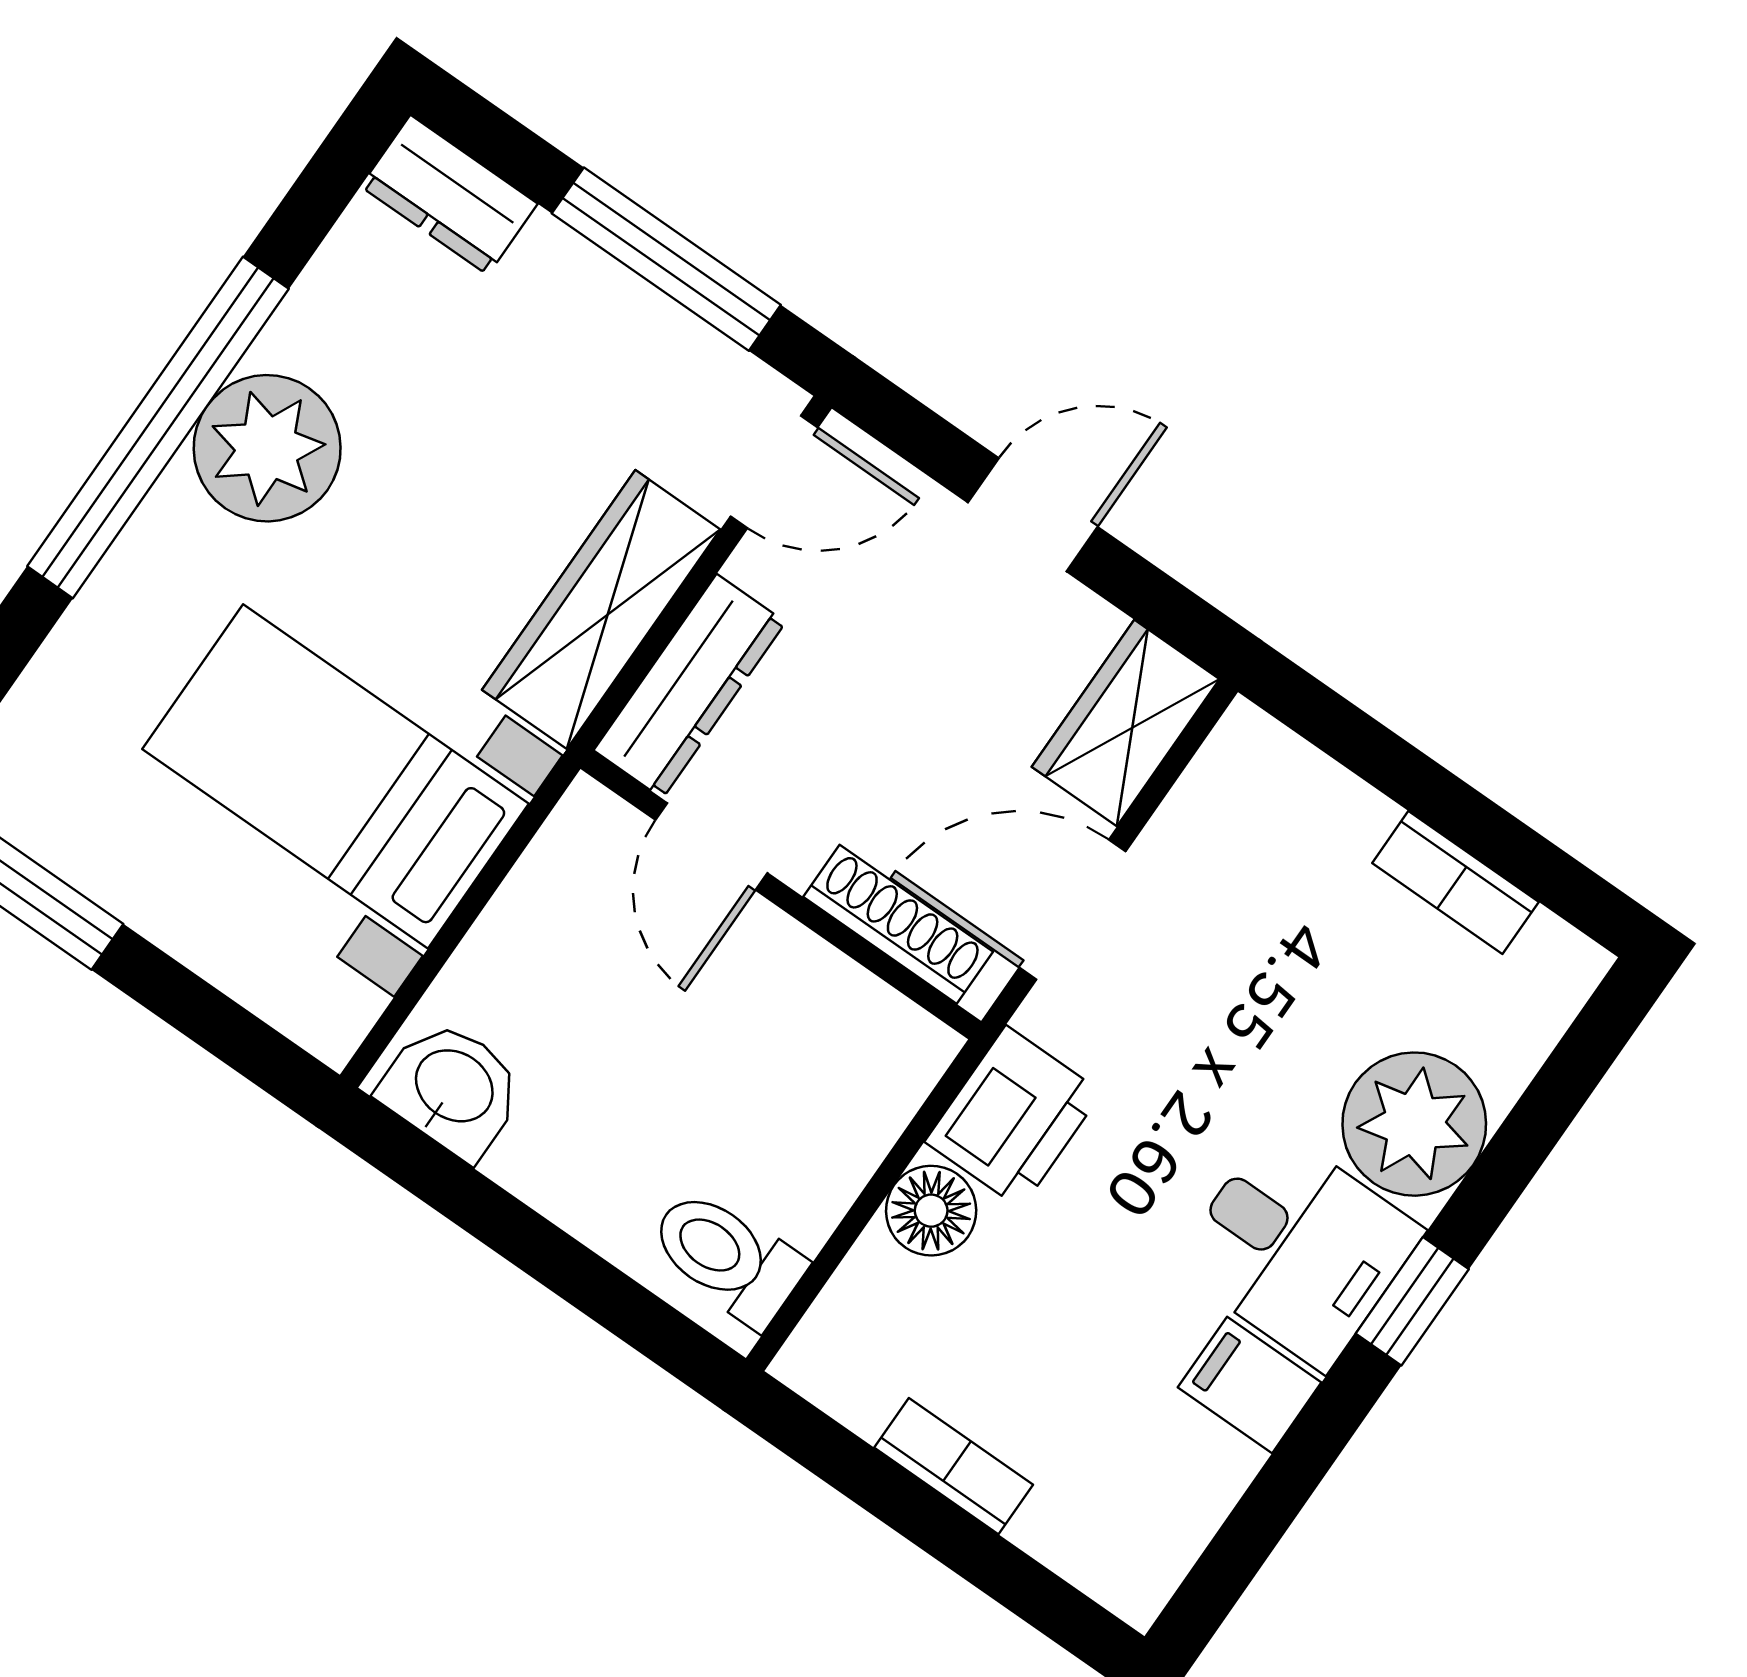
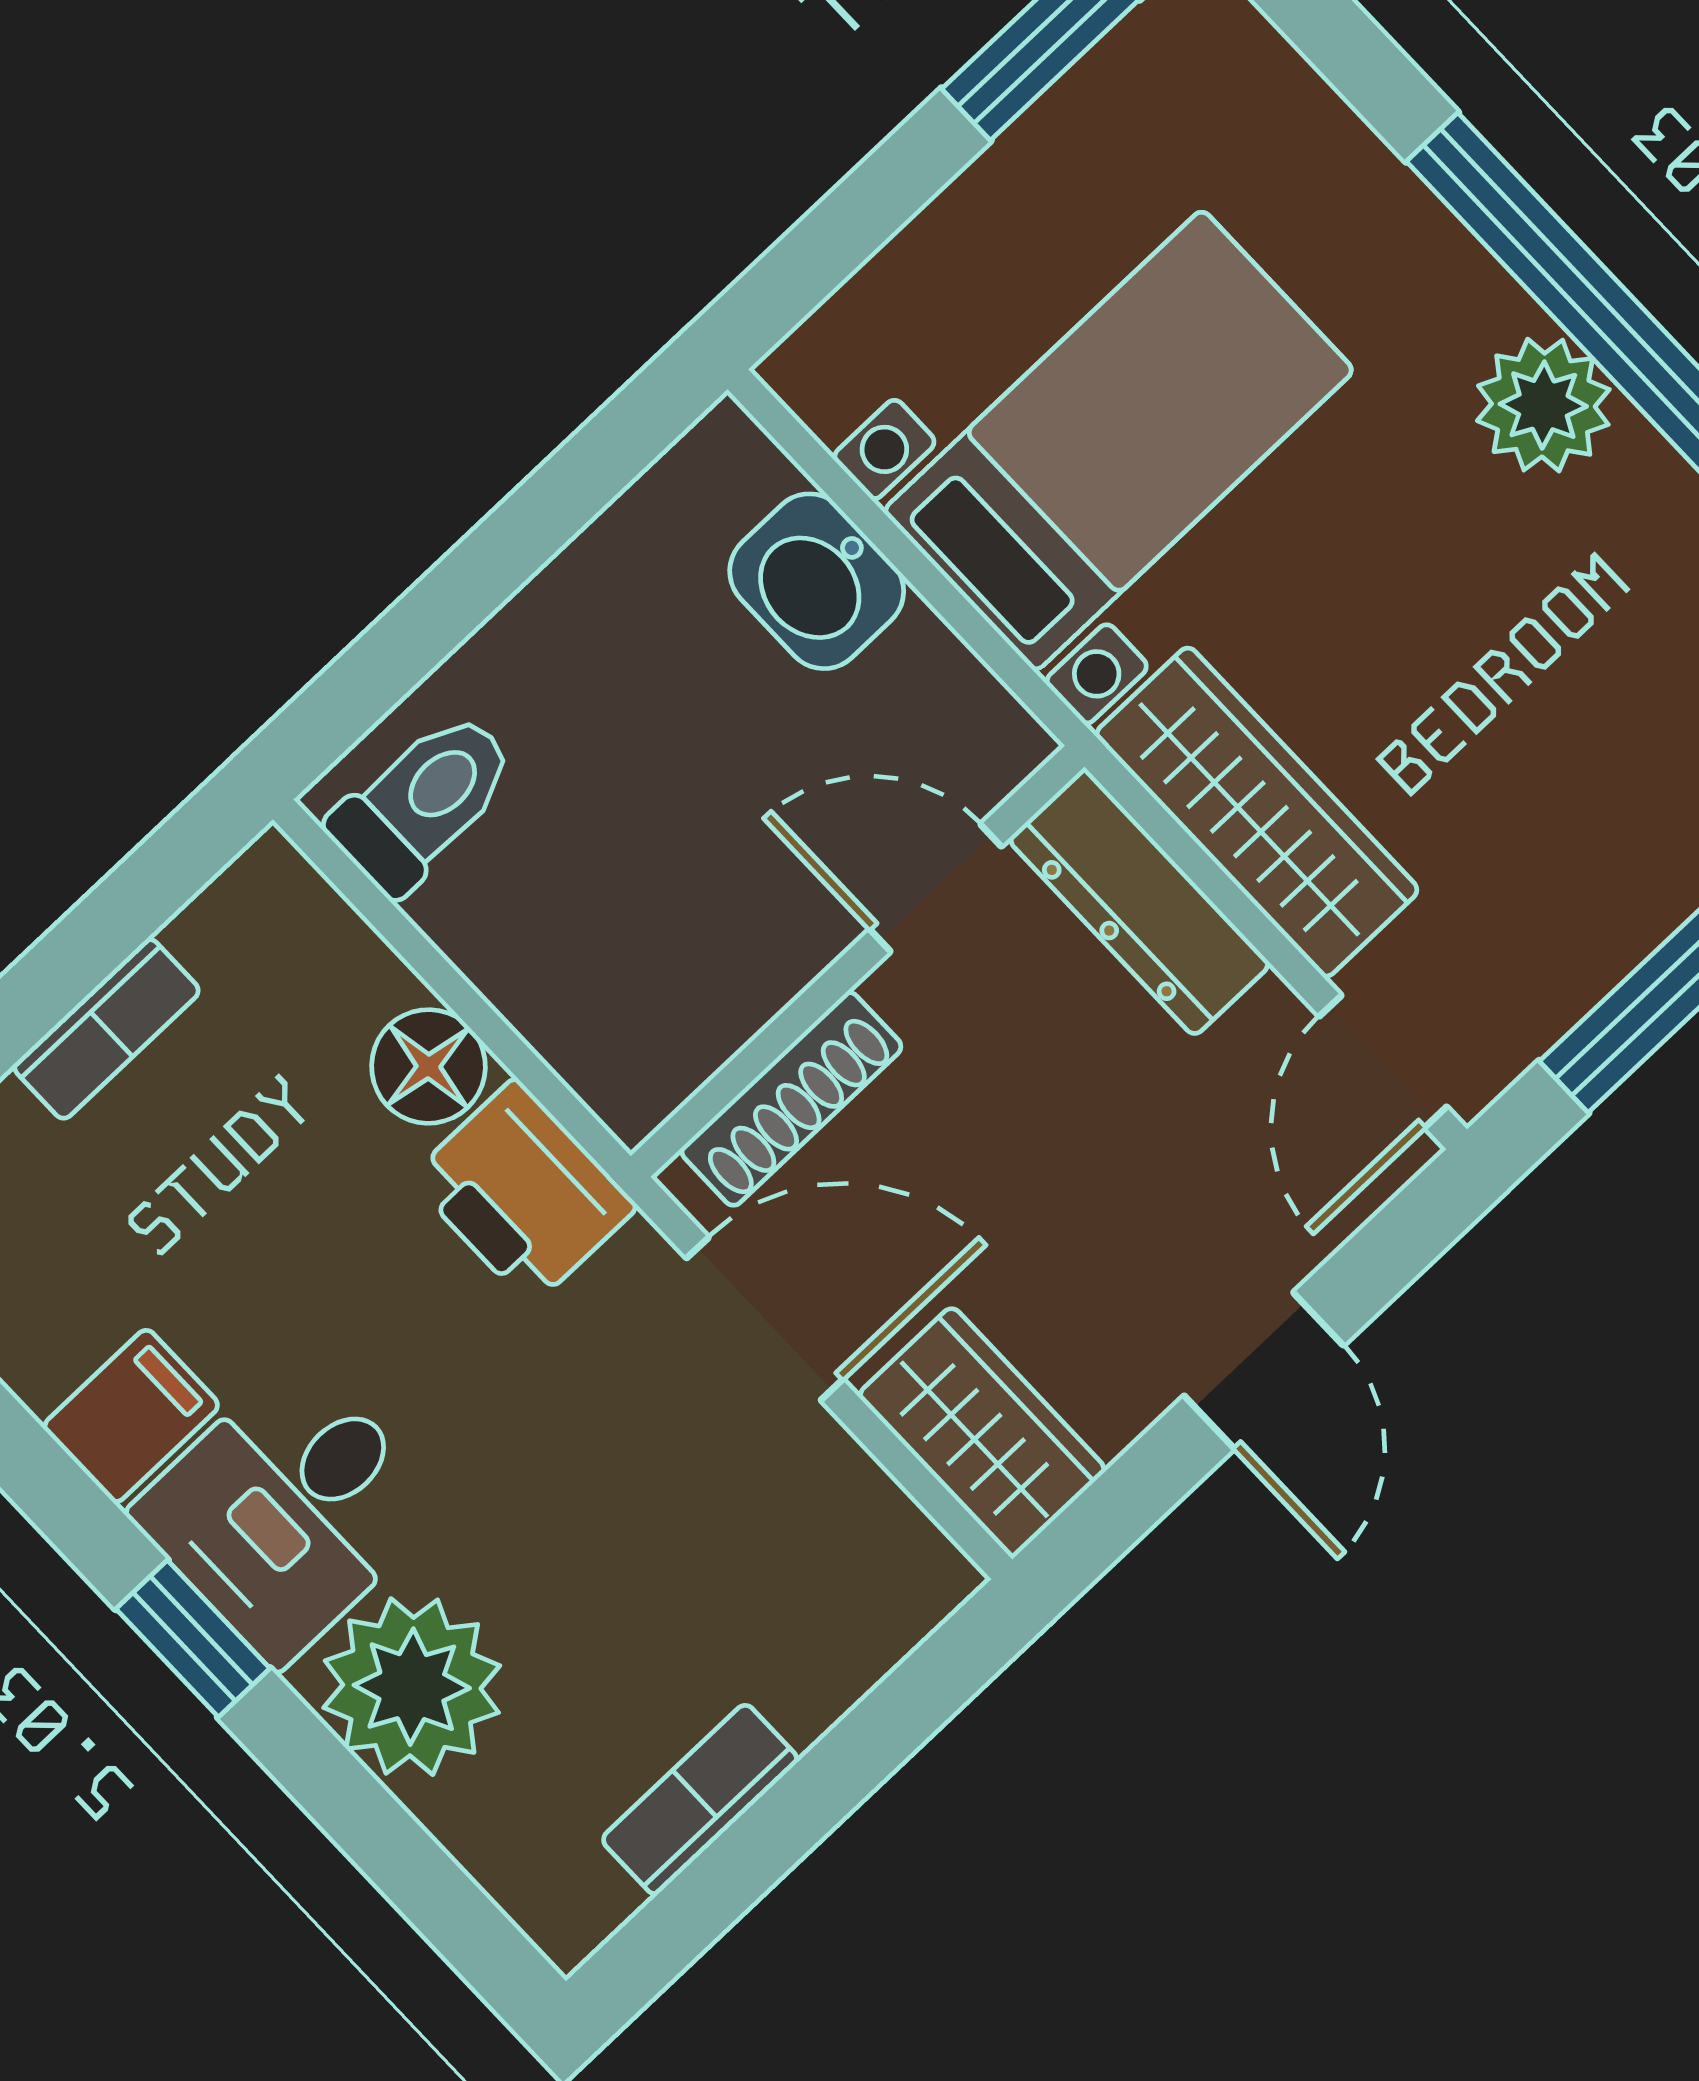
plant: (267, 448) -> (1543, 405), width x0.73, depth x0.73
door: (1073, 910) -> (765, 1319), hinge flipped
washbasin: (452, 1088) -> (817, 581), moved, turned 90

